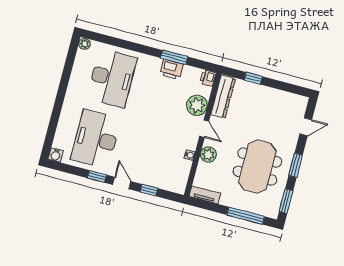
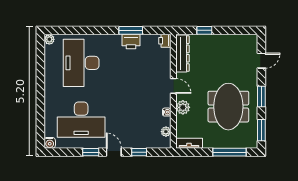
desk: (112, 78) -> (81, 63), turned 180
plant: (197, 105) -> (166, 132), moved, width x0.53, depth x0.53
desk: (96, 139) -> (81, 120), turned -90

